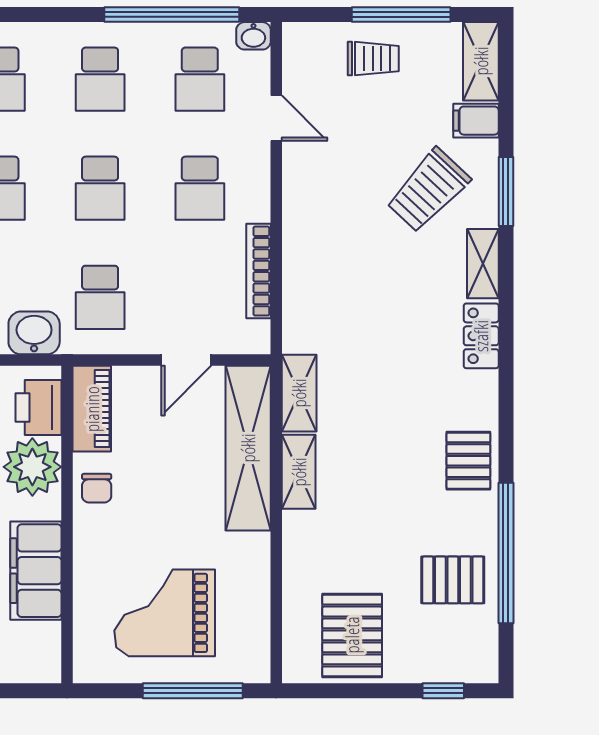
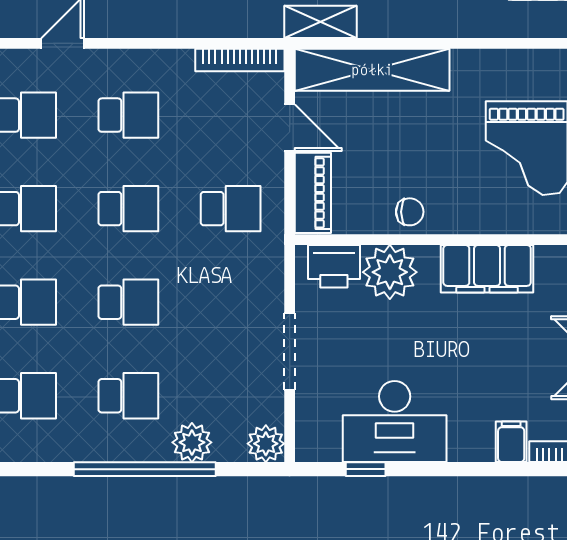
bookcase: (258, 271) -> (240, 60), moved
washbasin: (34, 333) -> (264, 271), removed
piano: (92, 409) -> (313, 193), moved, turned 90
shelving: (299, 472) -> (394, 22), removed

